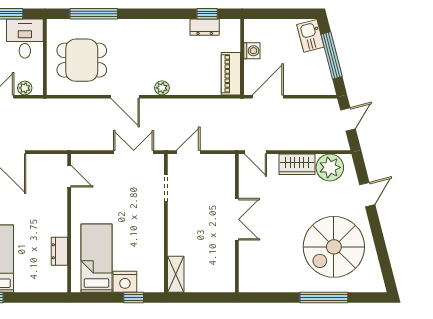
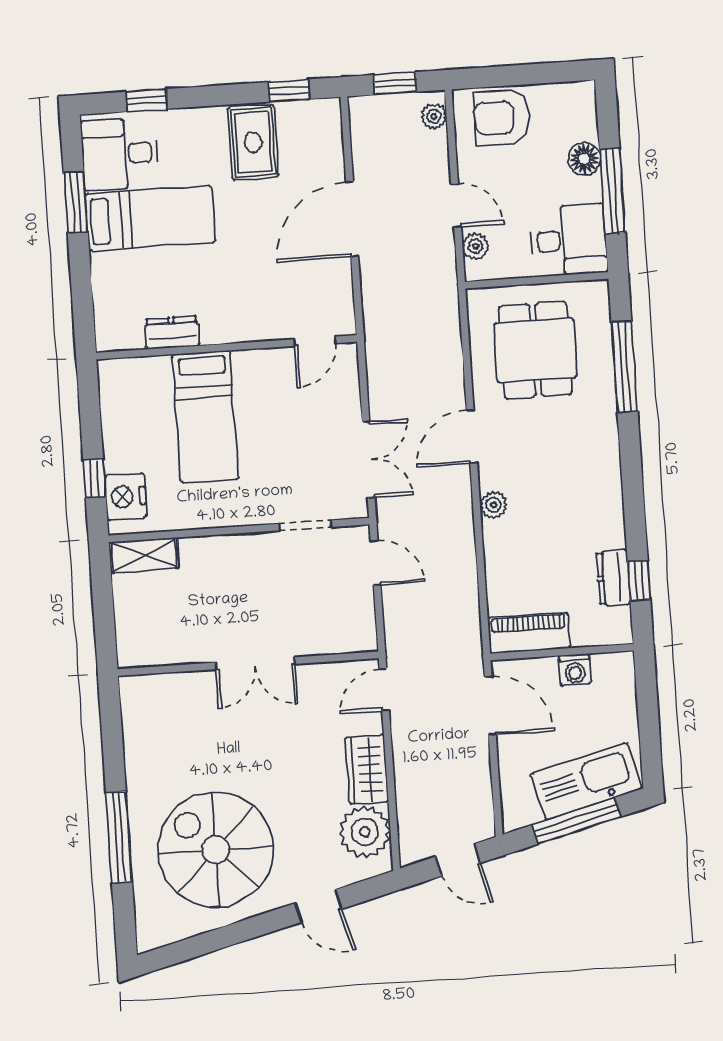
kitchen sink: (310, 36) -> (586, 781), width x1.88, depth x1.24
bed: (96, 258) -> (205, 417), moved, turned 90
nightstand: (125, 282) -> (126, 497), moved

